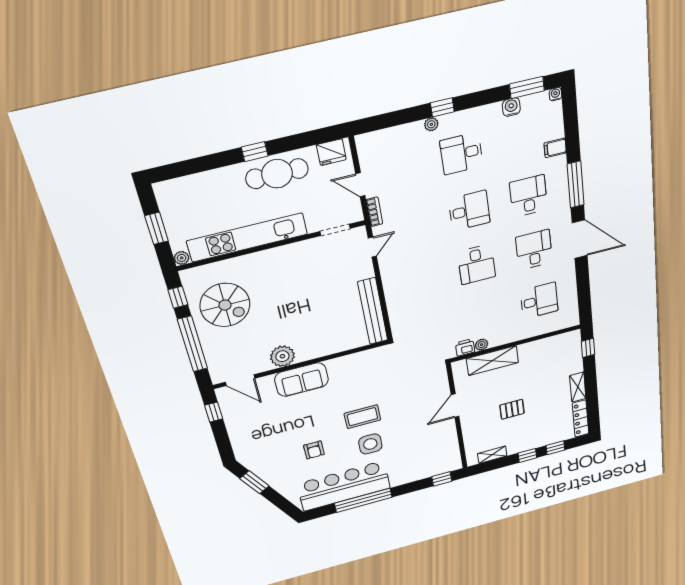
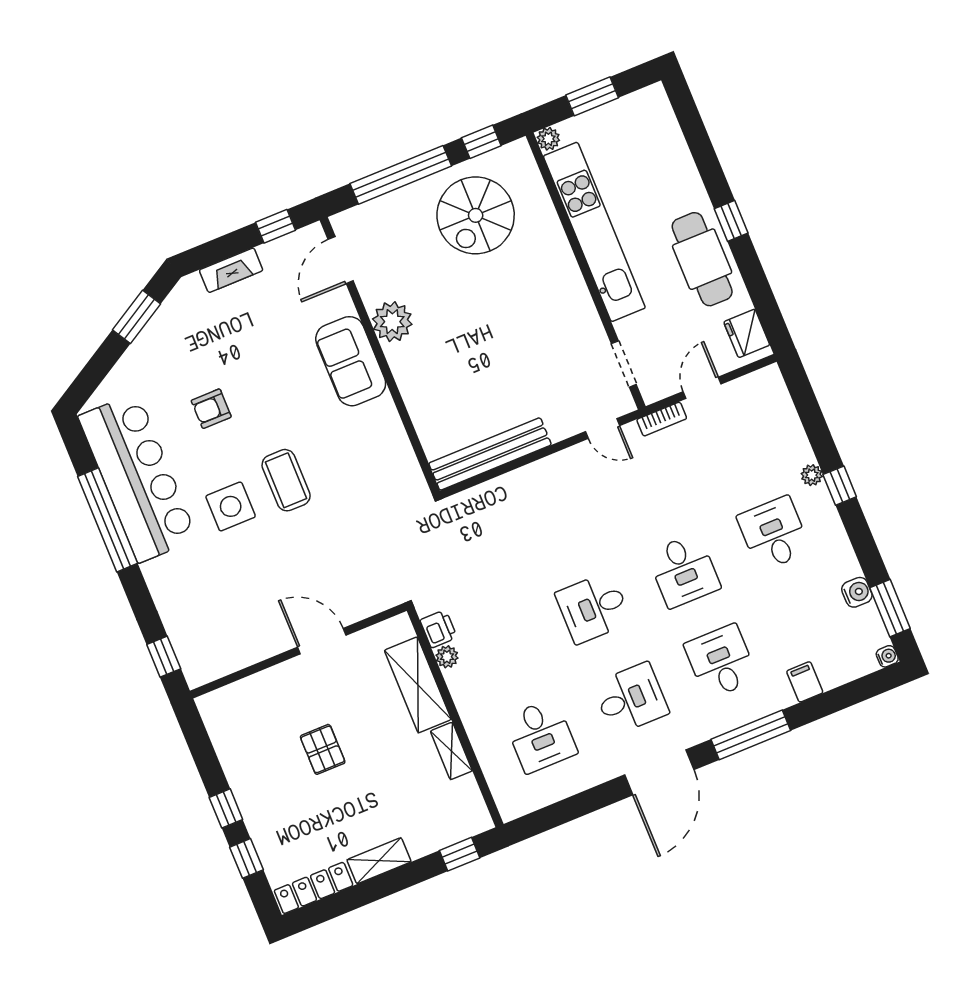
desk: (528, 196) -> (721, 662), turned -90
fireplace: (236, 436) -> (231, 270), added
shelving: (492, 455) -> (451, 751), moved

